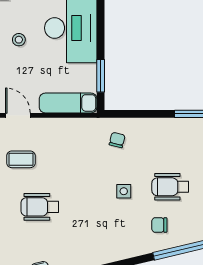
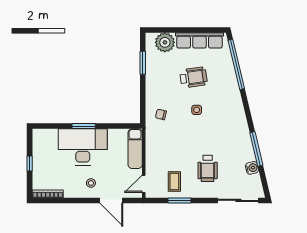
window: (101, 76) -> (84, 126), moved
wheelchair: (170, 187) -> (194, 77), turned -98
chair: (159, 225) -> (220, 85), removed

